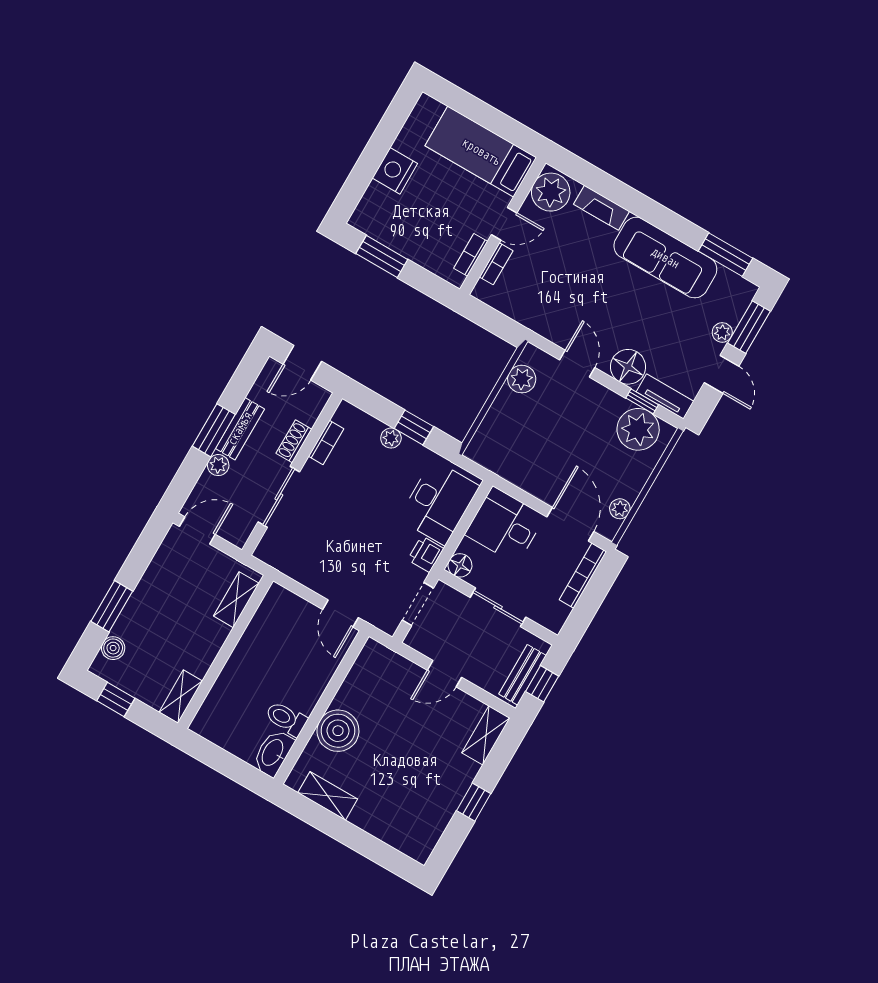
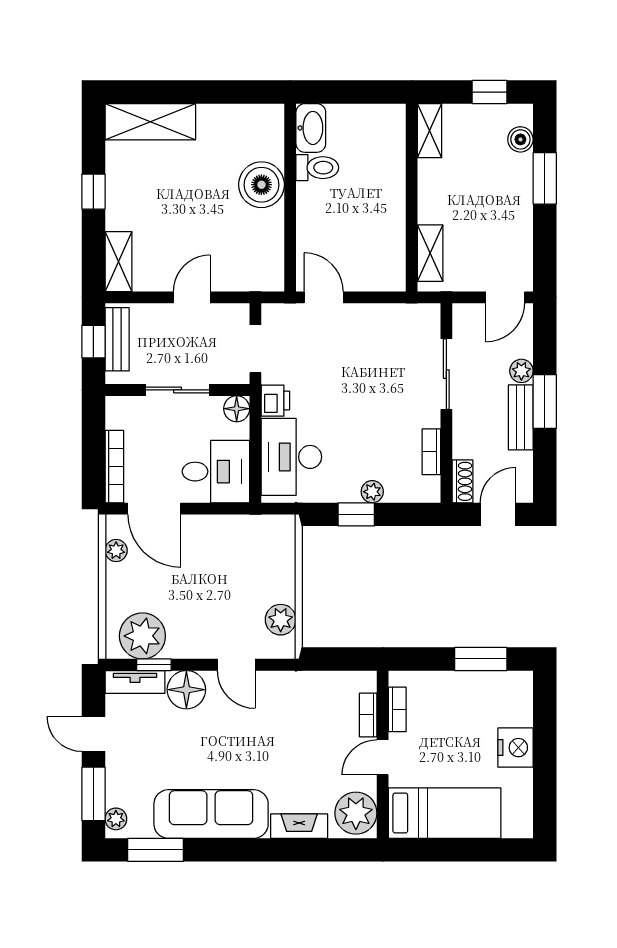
plant: (722, 332) -> (116, 819), moved
shoe rack: (294, 441) -> (463, 481), moved
shelving: (328, 796) -> (150, 122), moved, width x1.50, depth x1.33

